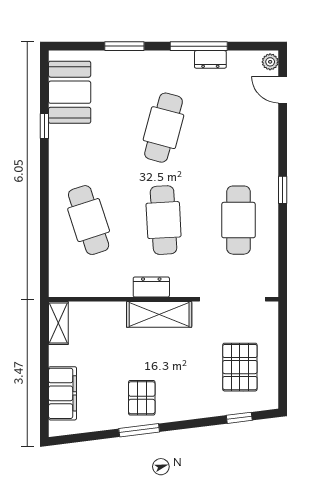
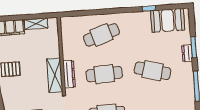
dresser: (210, 59) -> (187, 53), moved
dresser: (151, 287) -> (69, 74), width x1.44
shelving: (58, 323) -> (36, 24), moved

